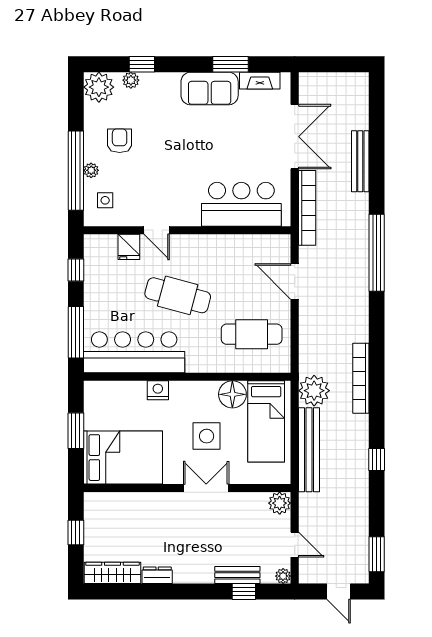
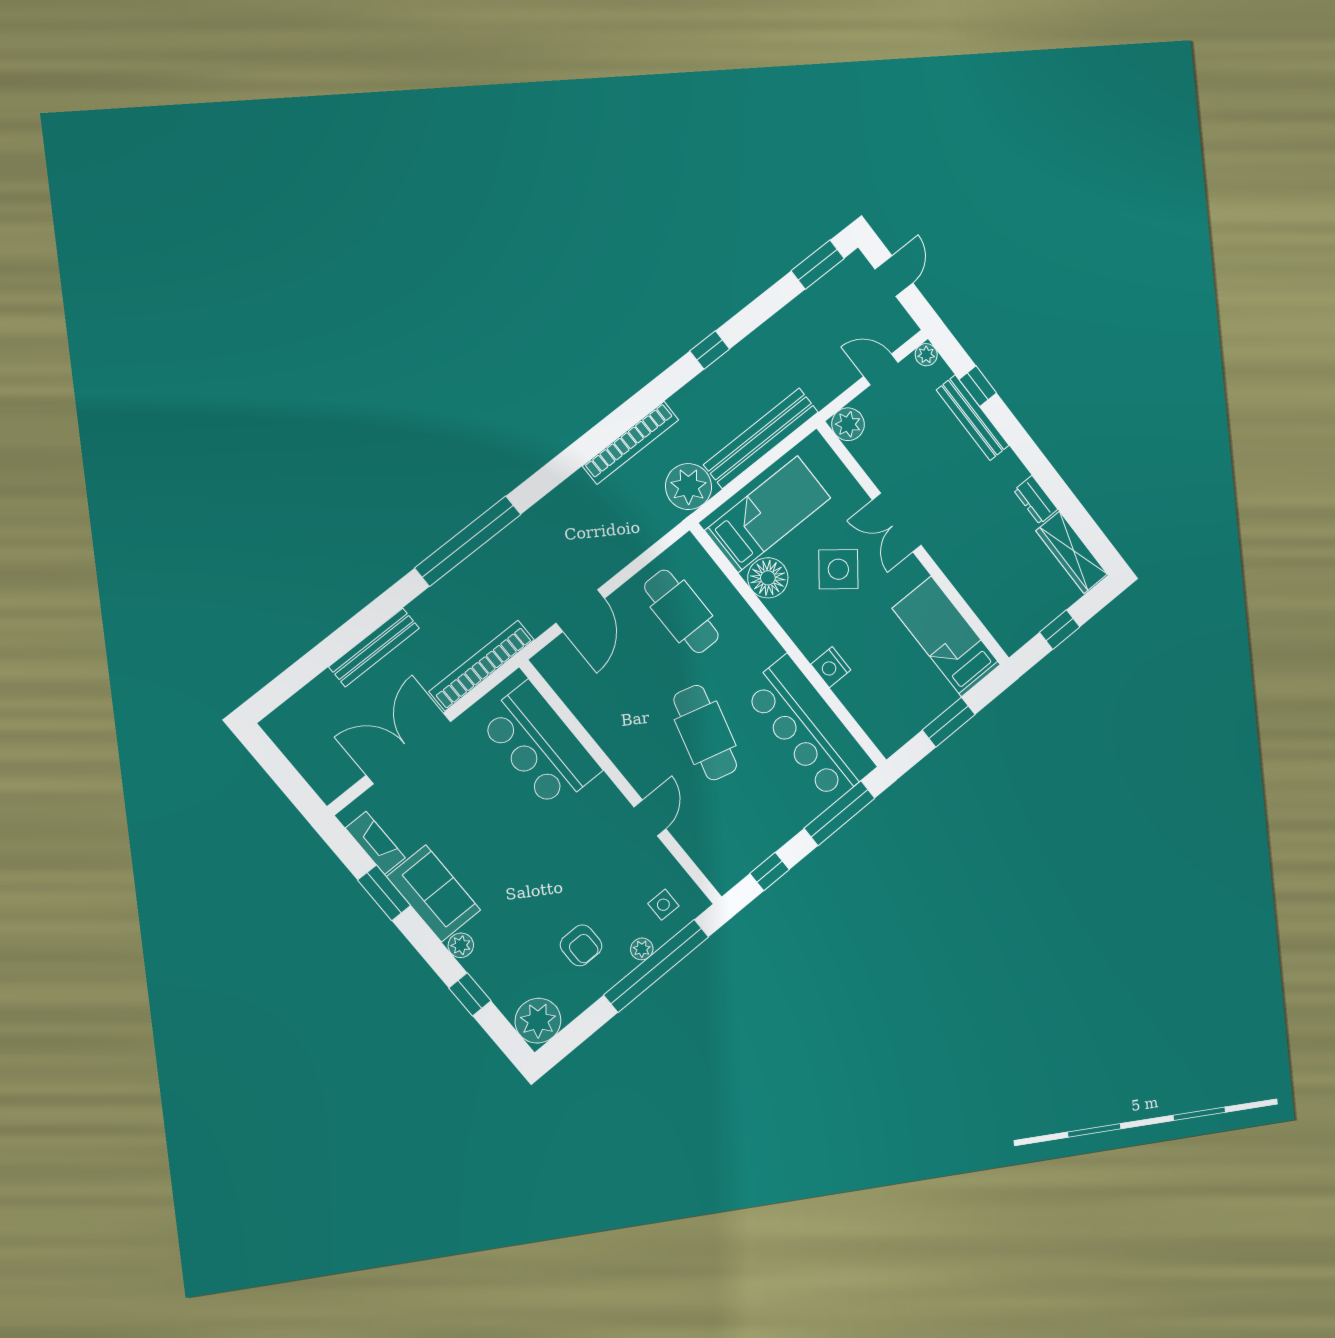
plant: (131, 80) -> (461, 945), moved
armchair: (120, 141) -> (581, 945), turned -90
fridge: (129, 247) -> (695, 834), removed
side table: (207, 436) -> (838, 569), turned 38
bed: (123, 458) -> (946, 637), width x0.67
door: (295, 545) -> (881, 369), hinge flipped
bench: (237, 575) -> (973, 418), width x1.36

